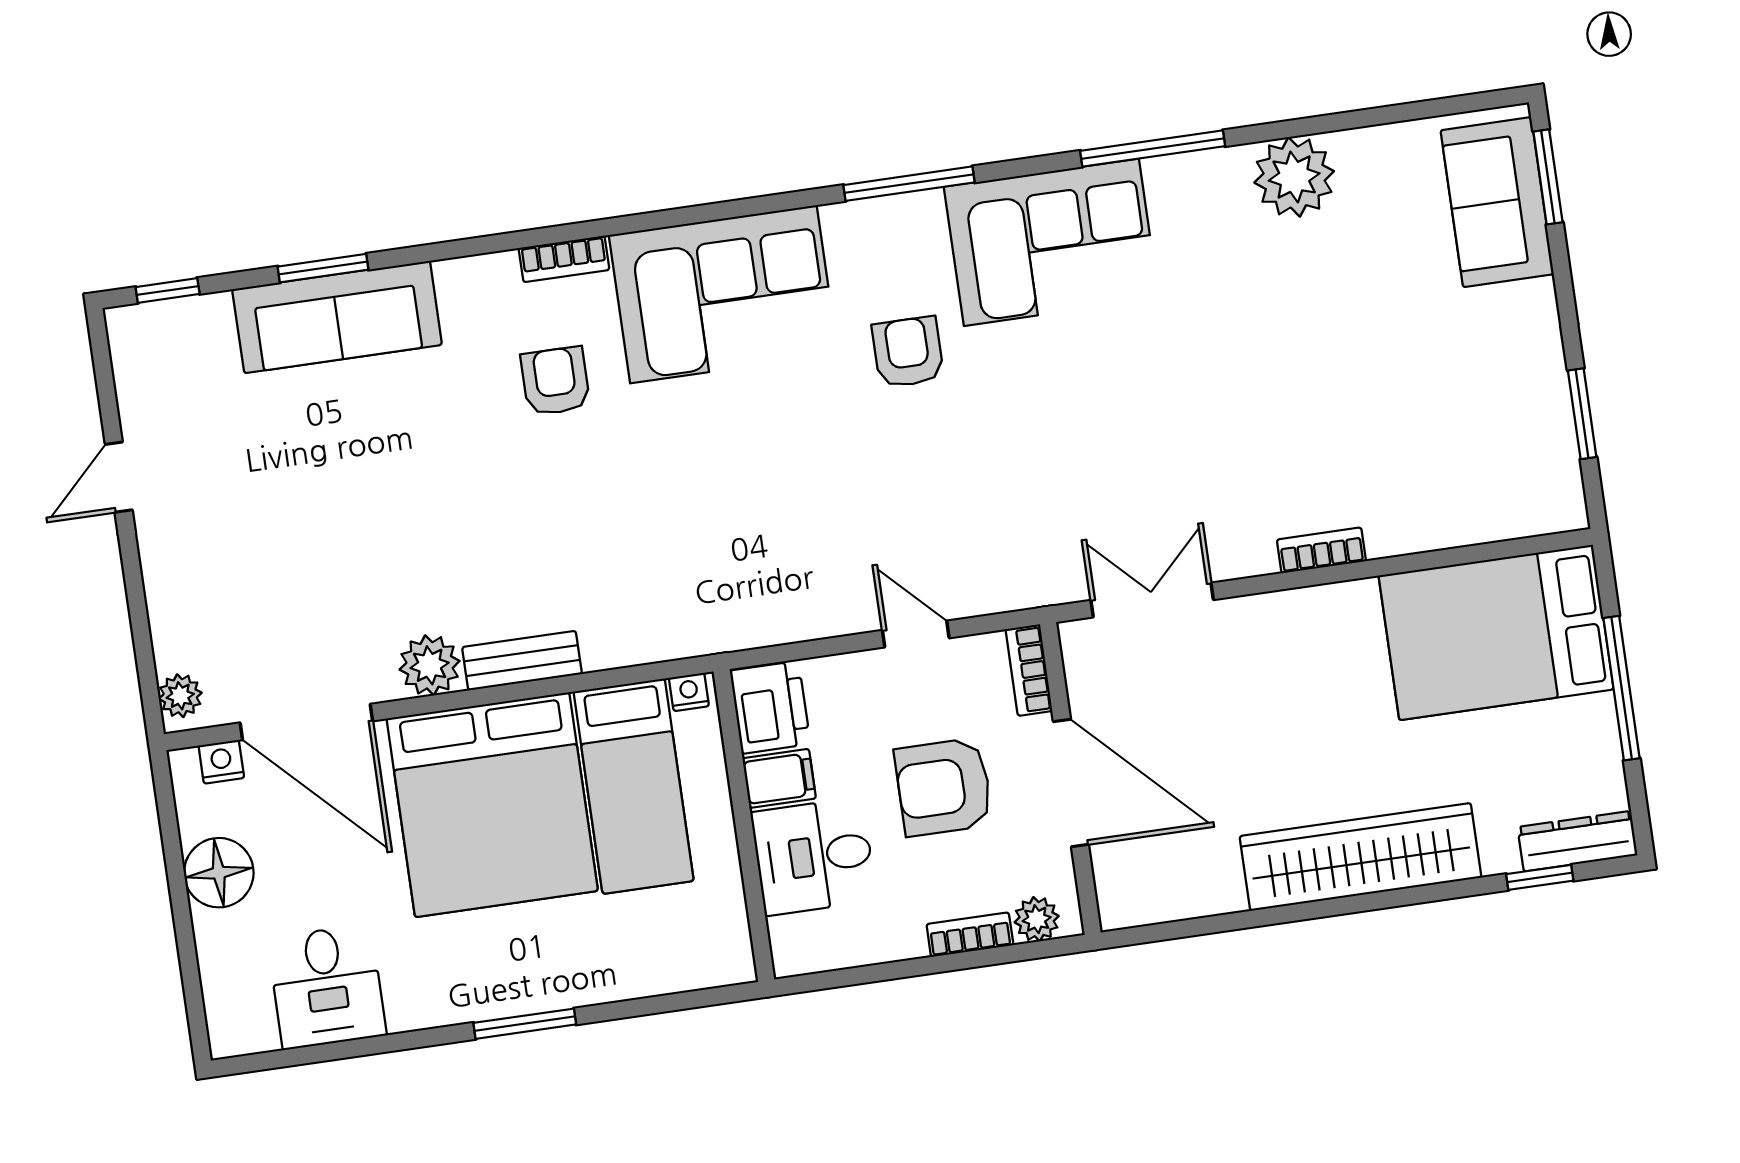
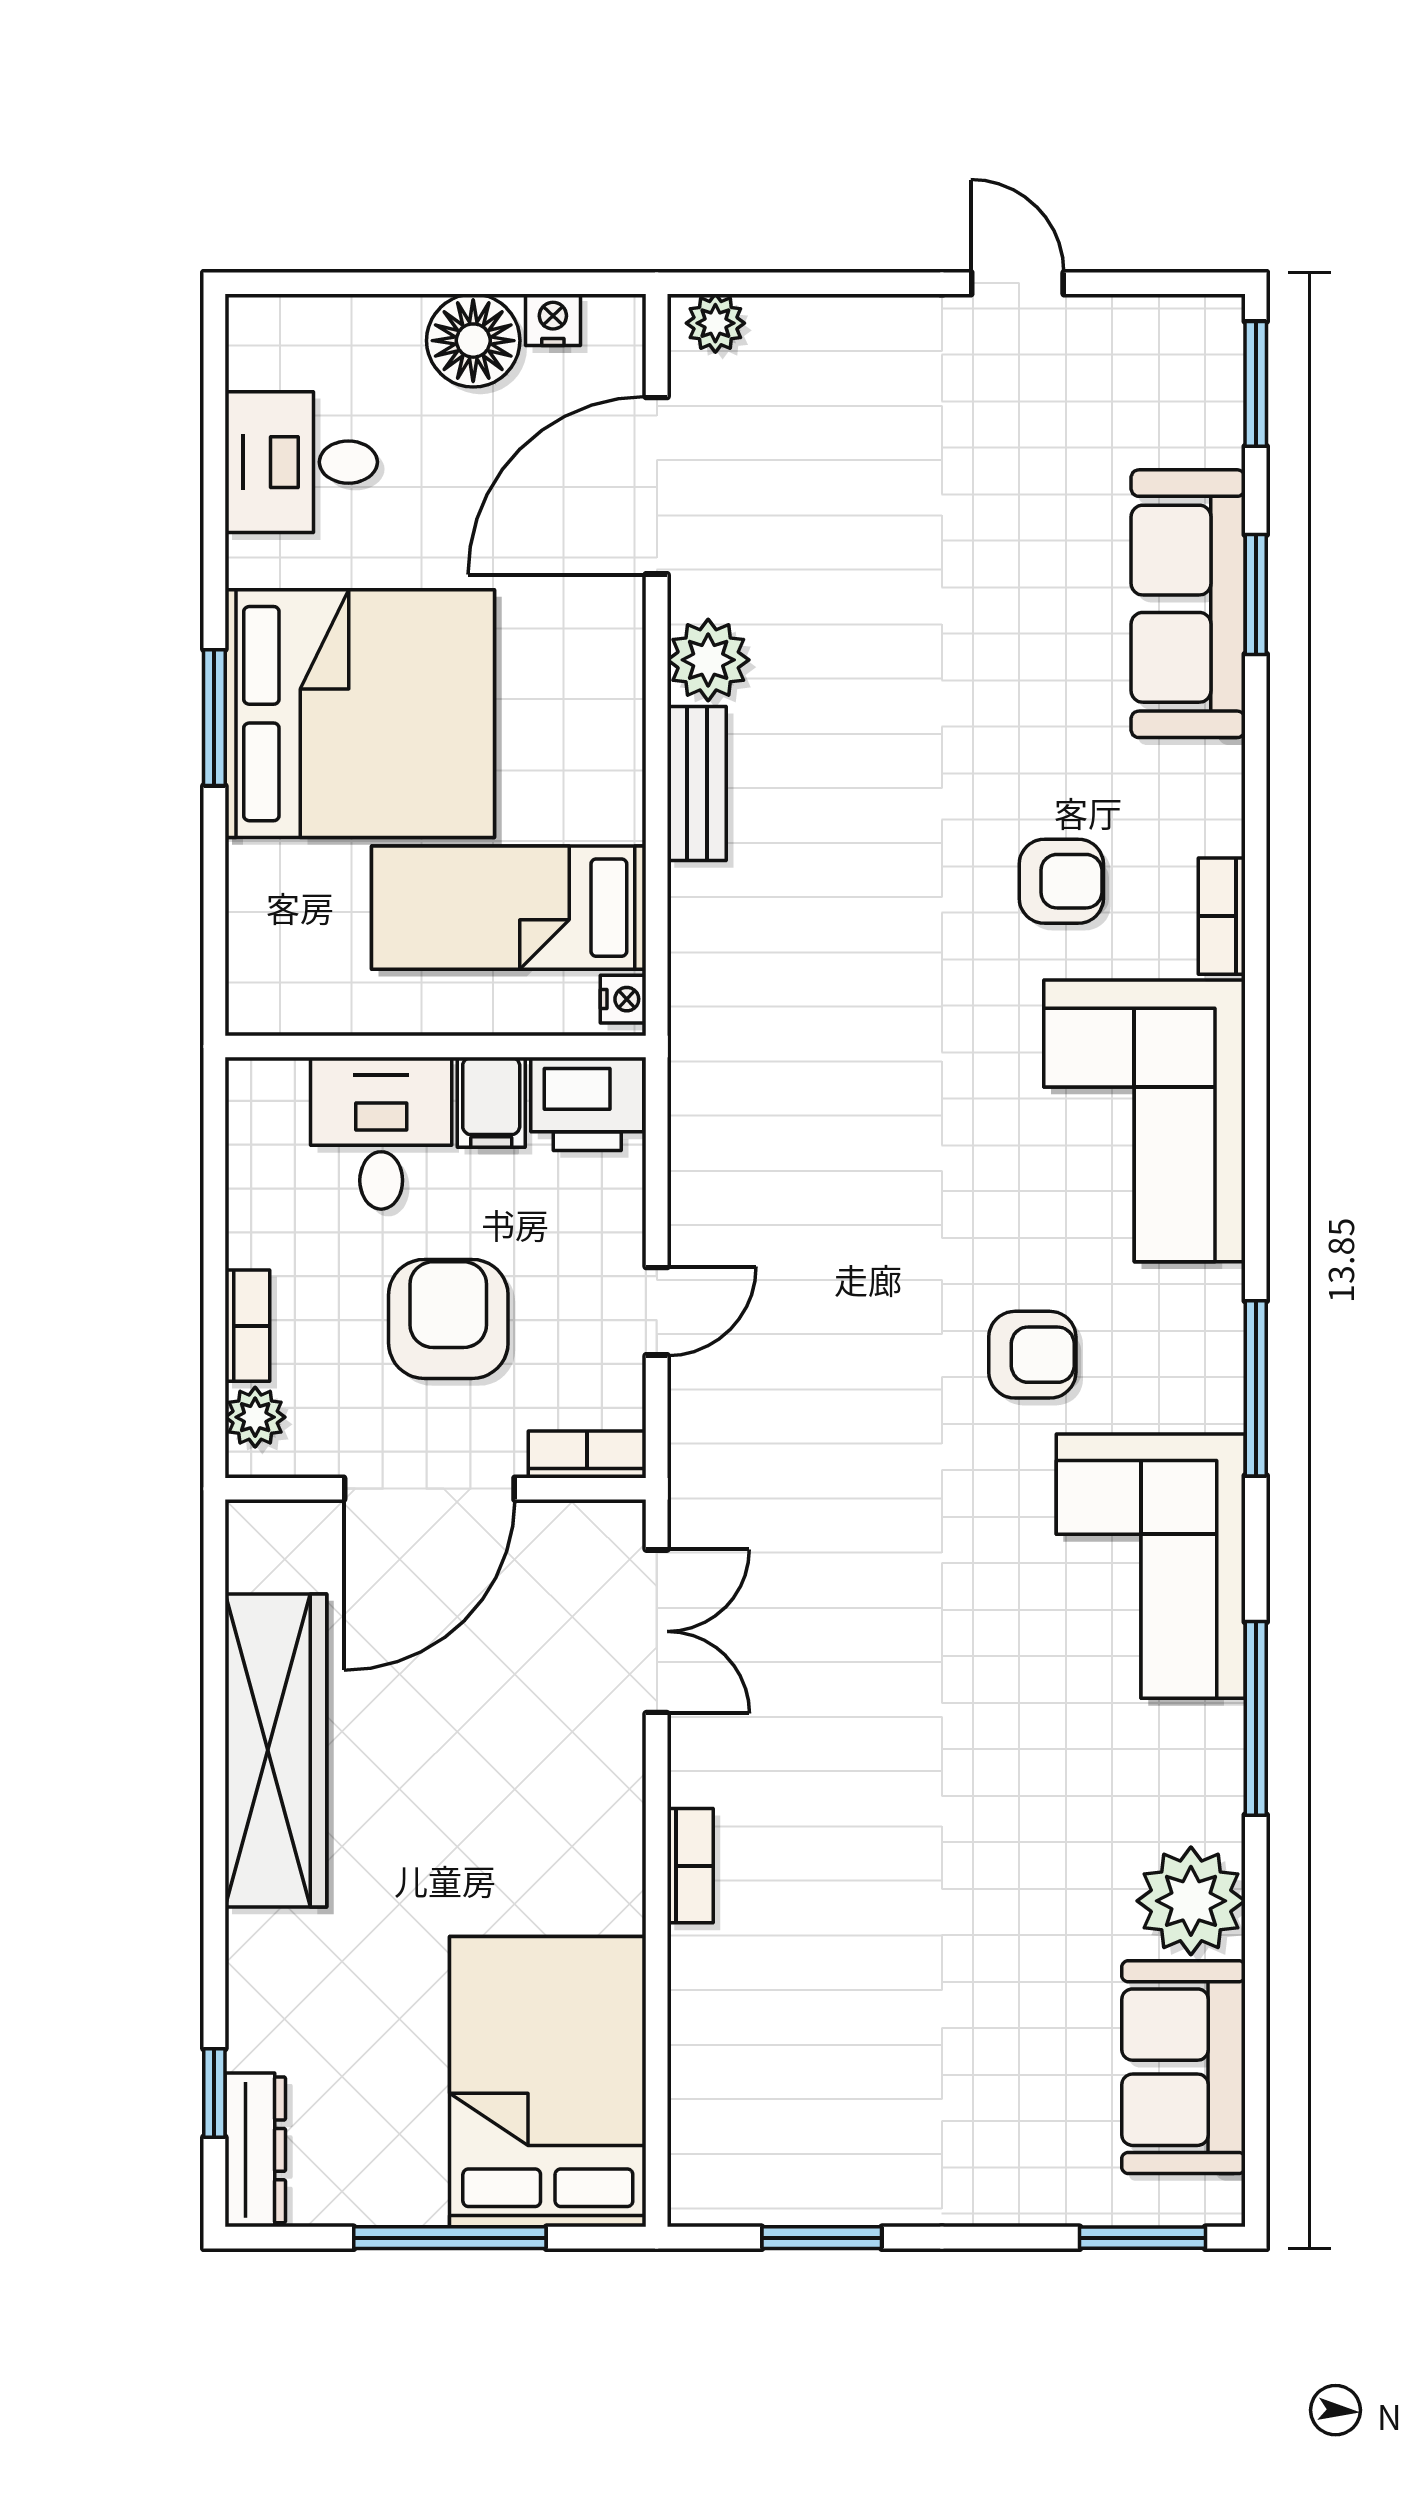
sofa: (1497, 202) -> (1183, 2067), moved, turned -90
window: (168, 290) -> (1256, 384), width x1.50
nightstand: (221, 762) -> (553, 320), moved, turned -90
bed: (492, 805) -> (360, 714), moved, turned 180
wardrobe: (1360, 857) -> (276, 1750), moved

